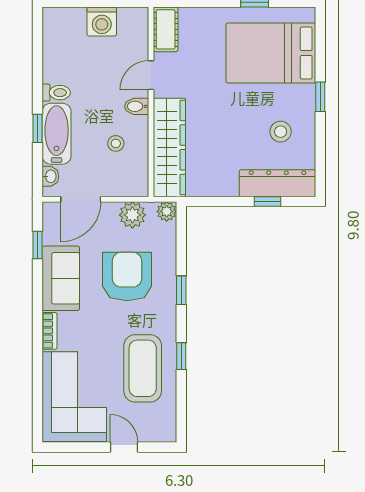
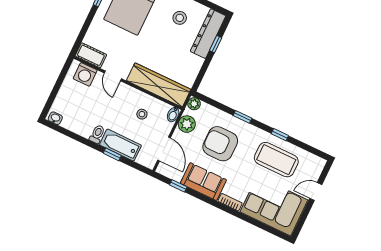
washing machine: (102, 21) -> (85, 74), moved, turned 90
bidet: (137, 106) -> (173, 115), moved
washbasin: (50, 176) -> (55, 118), moved

